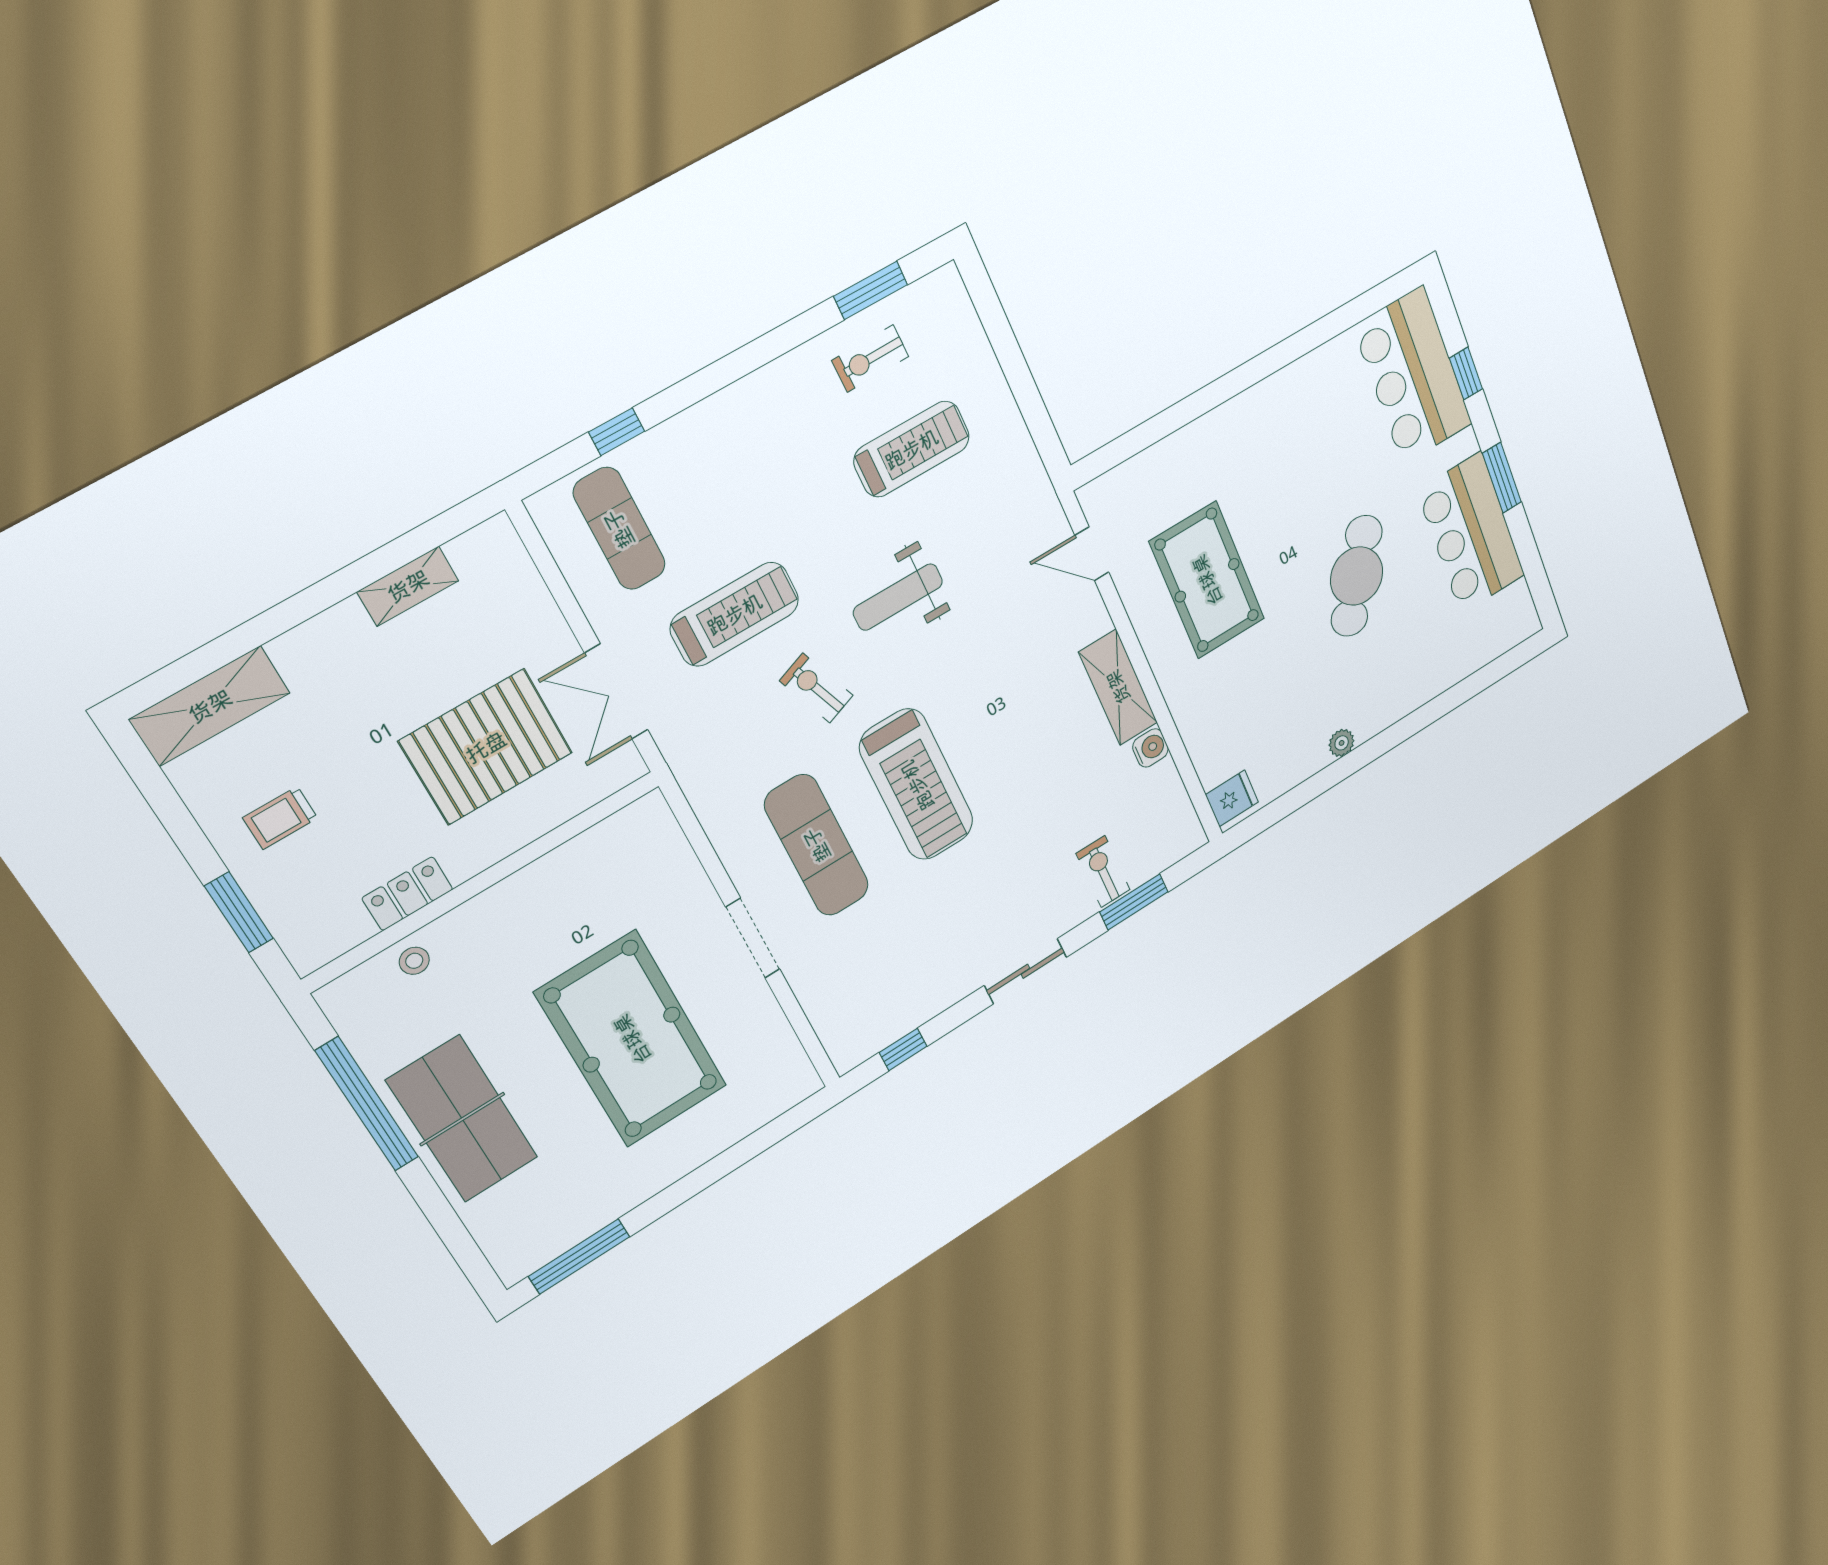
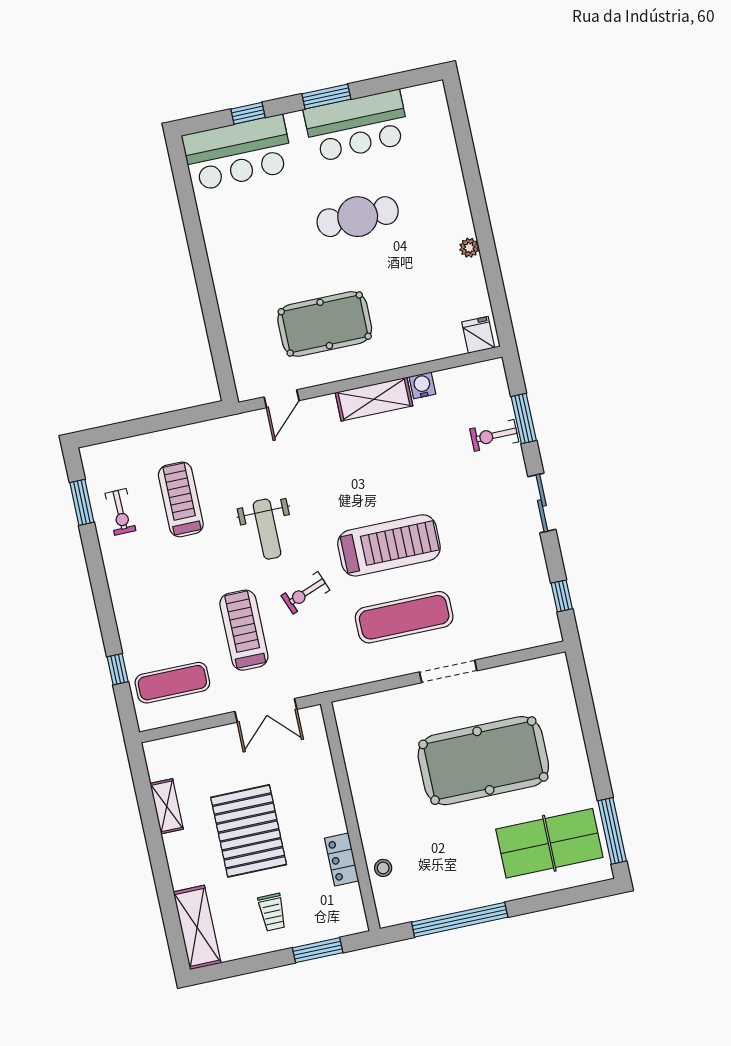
cafe table: (1357, 576) -> (358, 217), turned -33
pallet: (486, 747) -> (249, 831), moved
table tennis table: (462, 1119) -> (549, 843), moved

